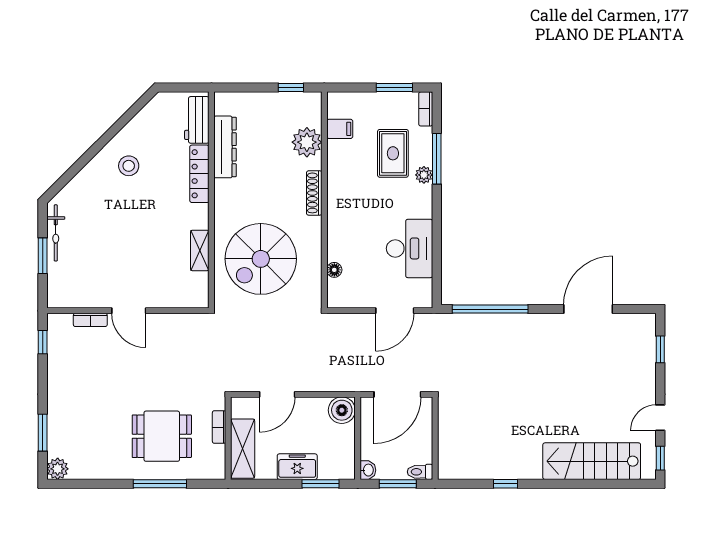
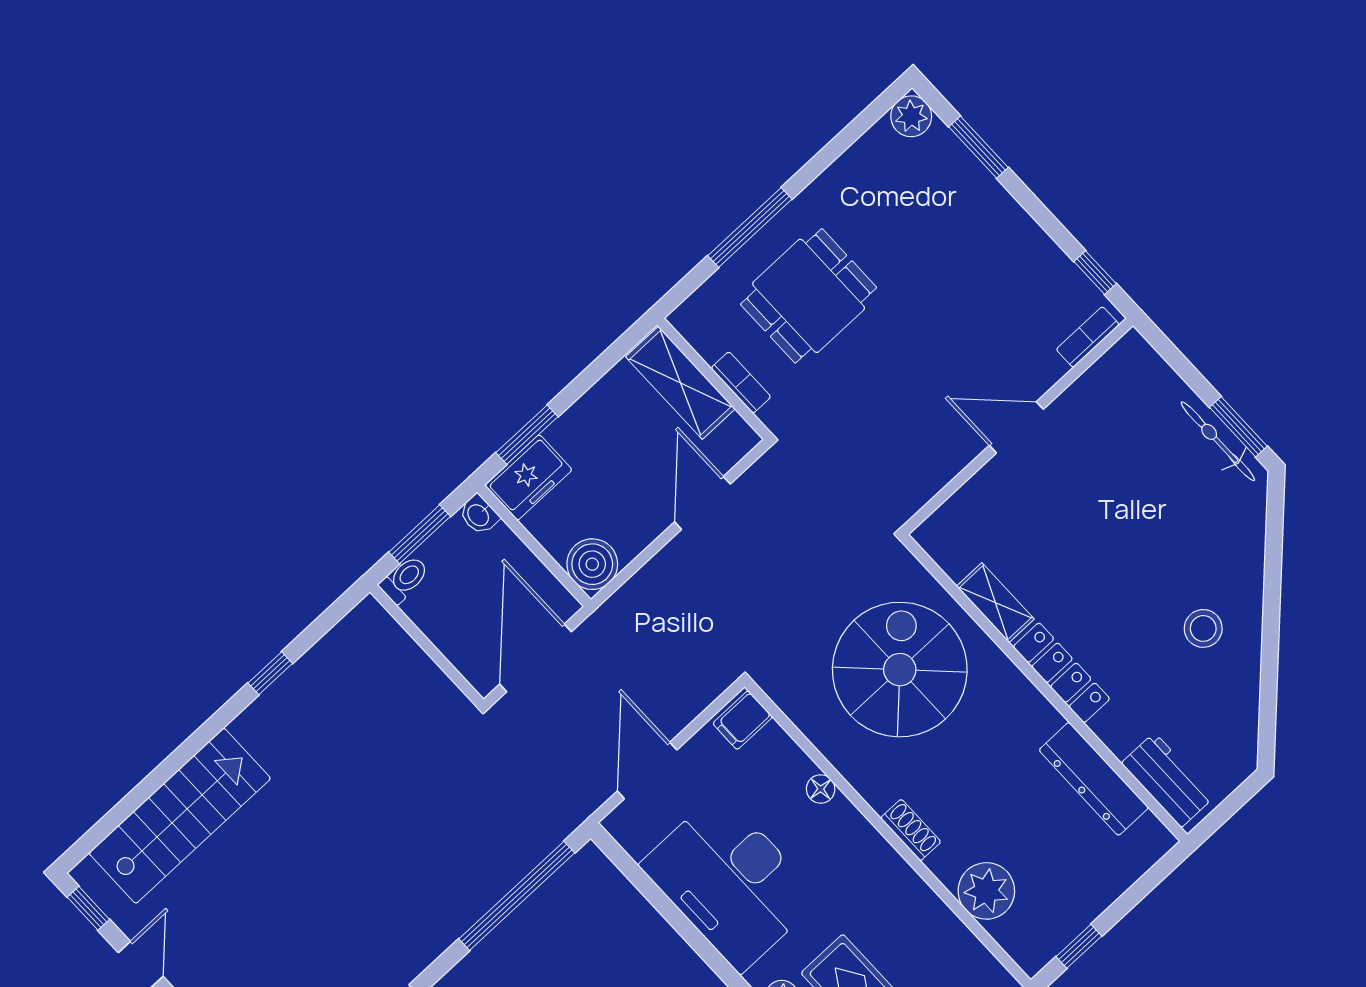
filing cabinet: (340, 129) -> (743, 720), moved
locker: (199, 174) -> (1061, 673), moved
shoe rack: (314, 193) -> (911, 830), width x0.70
desk: (409, 248) -> (730, 882), width x1.36, depth x1.30
window: (43, 256) -> (1238, 427), moved
floor lamp: (334, 270) -> (821, 789), moved
bookcase: (90, 320) -> (1088, 337), moved
freezer: (297, 467) -> (528, 477), moved

